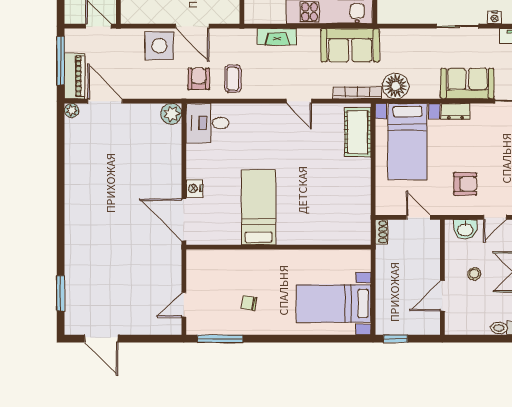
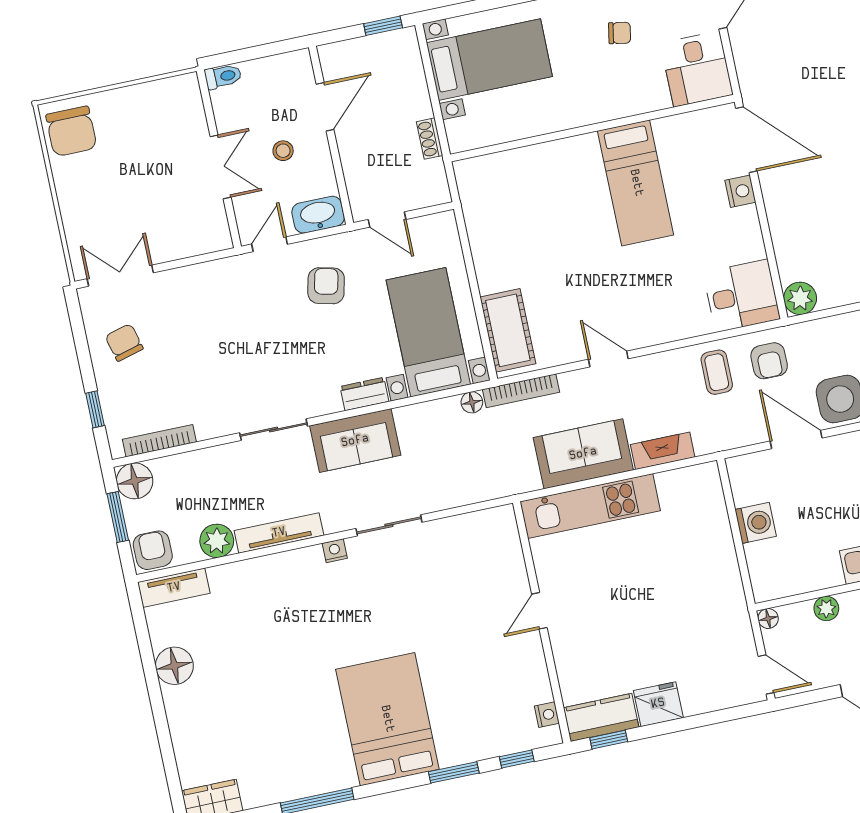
sofa: (350, 45) -> (583, 454), moved
floor lamp: (396, 86) -> (472, 402), width x0.53, depth x0.53
armchair: (465, 184) -> (326, 286), turned 103
washbasin: (465, 229) -> (318, 215), width x1.38
shoe rack: (381, 232) -> (430, 139), moved
desk: (205, 270) -> (697, 69), added

